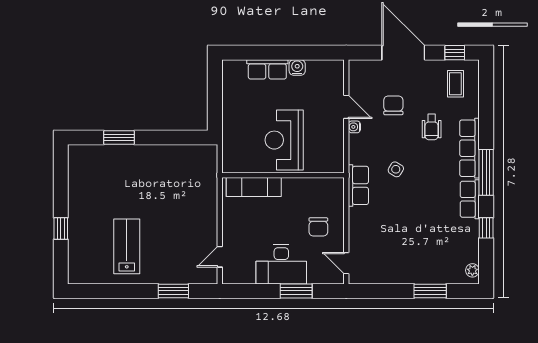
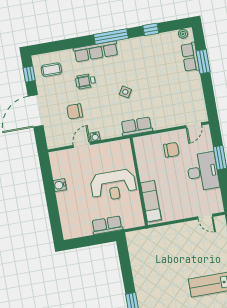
row of seats: (267, 69) -> (107, 225), moved, turned -90
wheelchair: (432, 127) -> (85, 81), turned 180
side table: (396, 169) -> (125, 92), moved
row of seats: (470, 199) -> (190, 57), moved, turned 90

